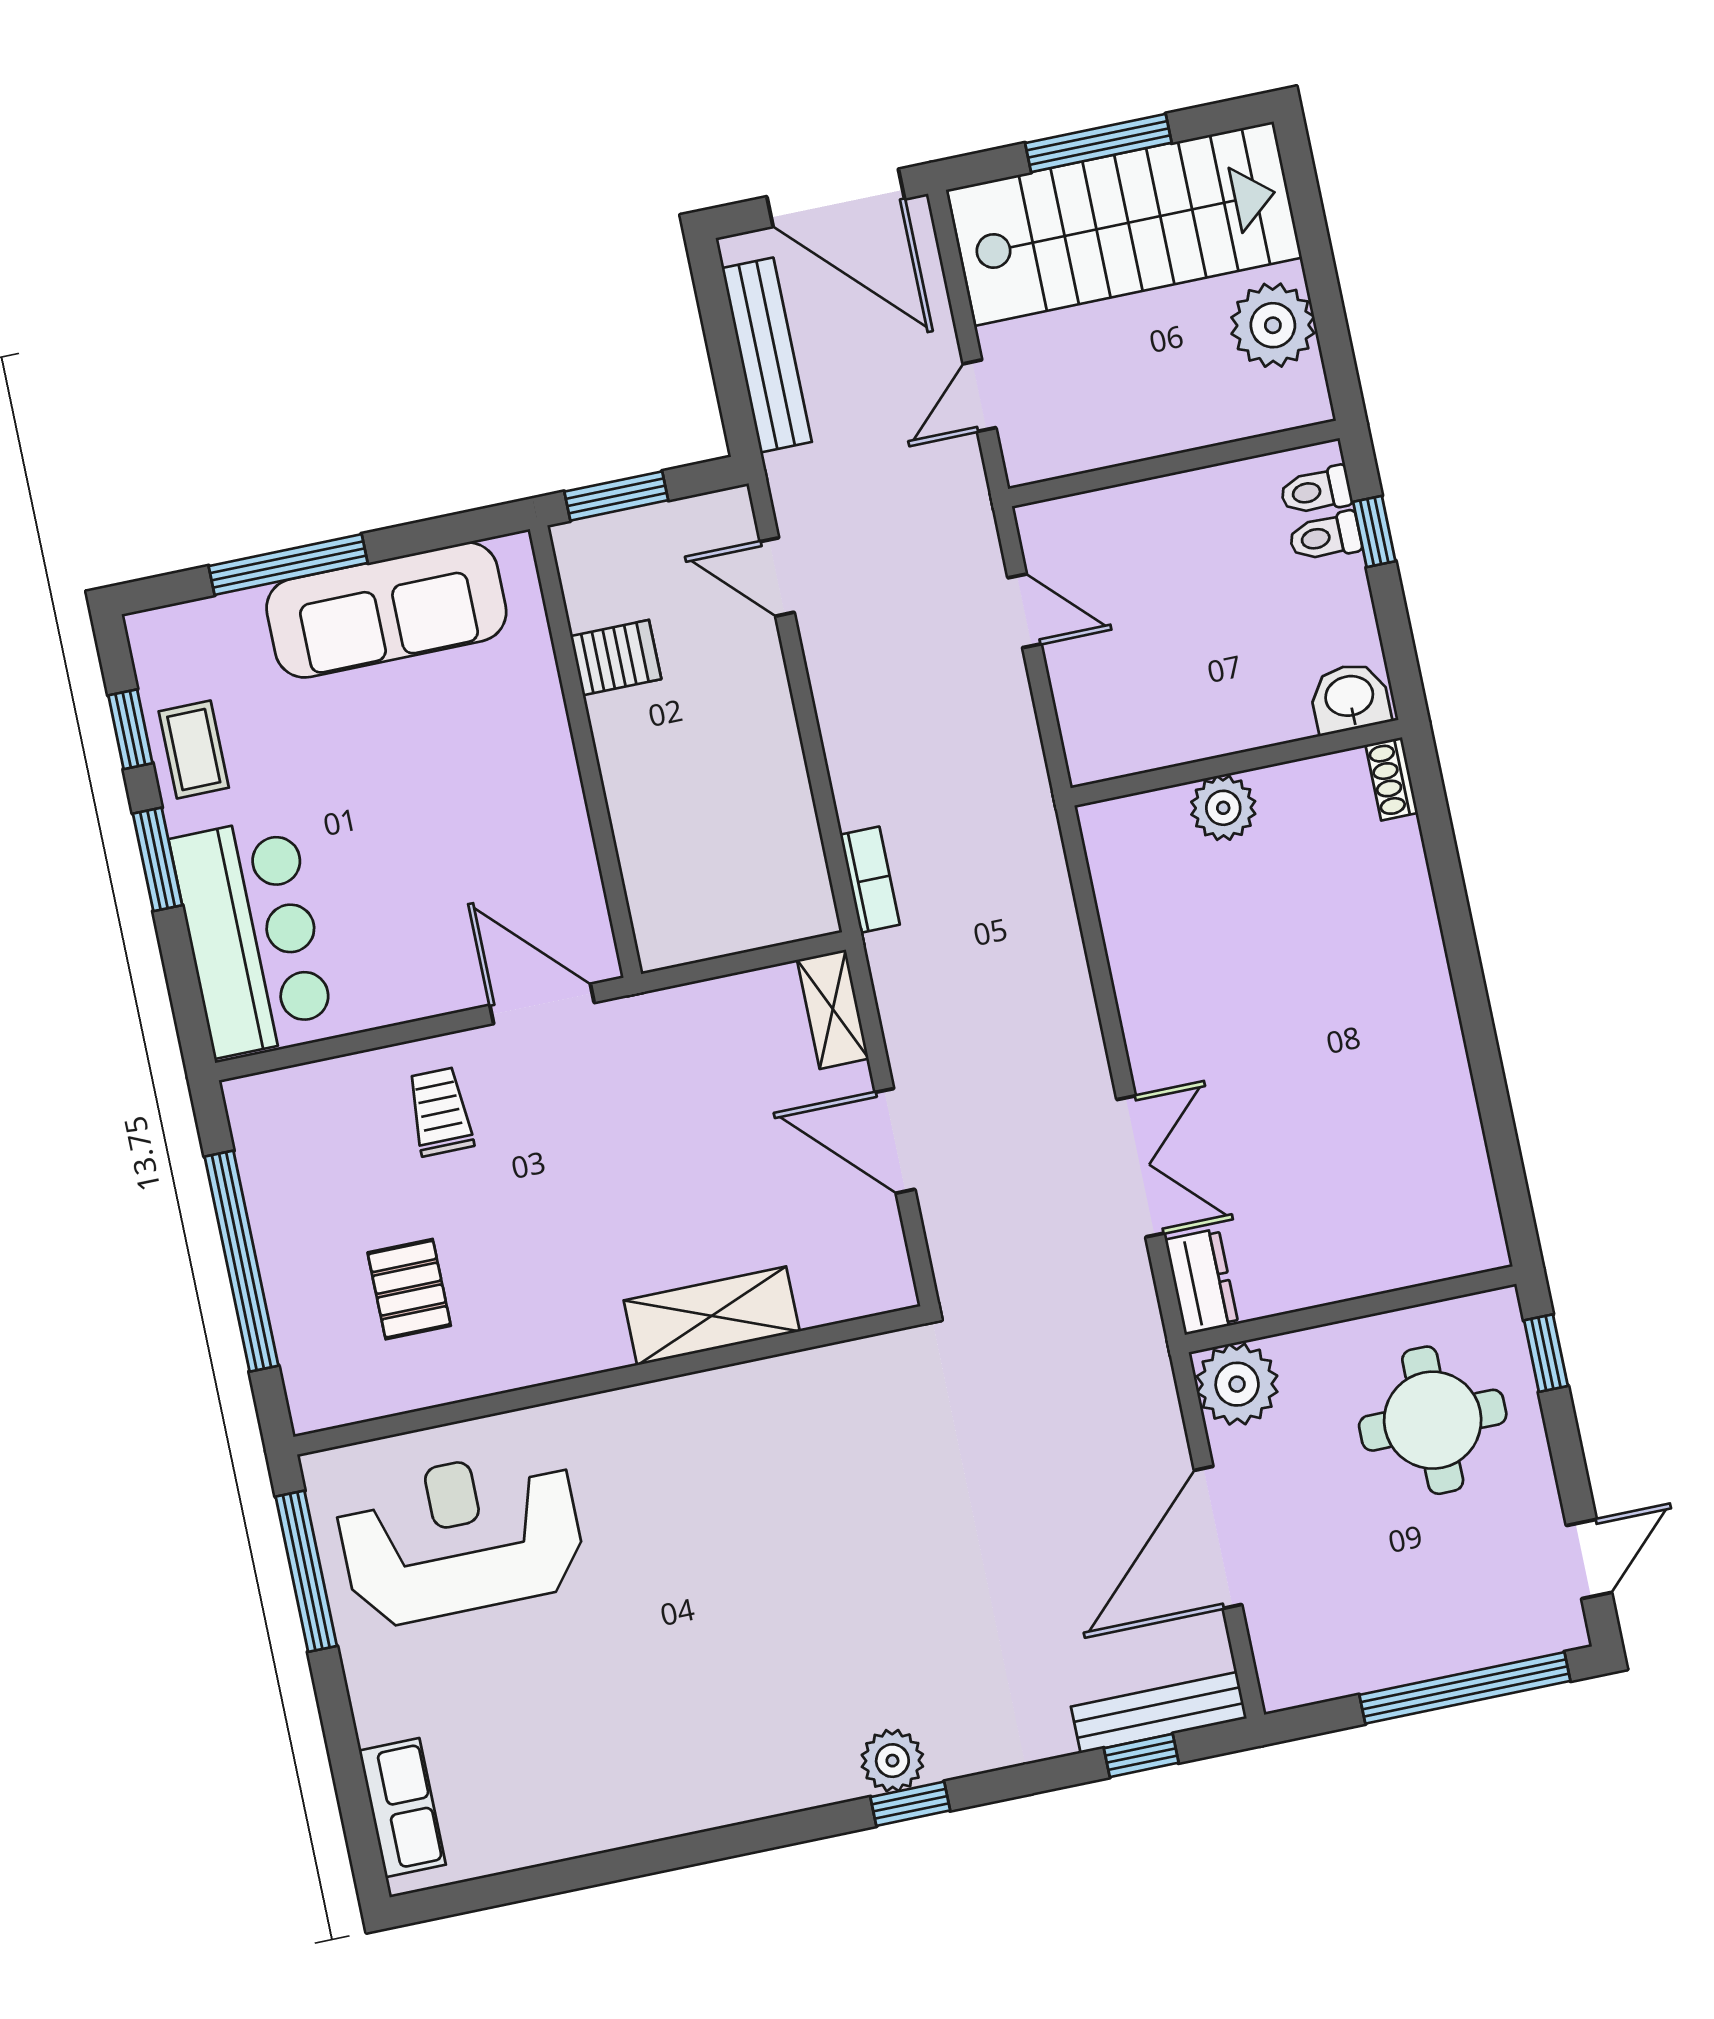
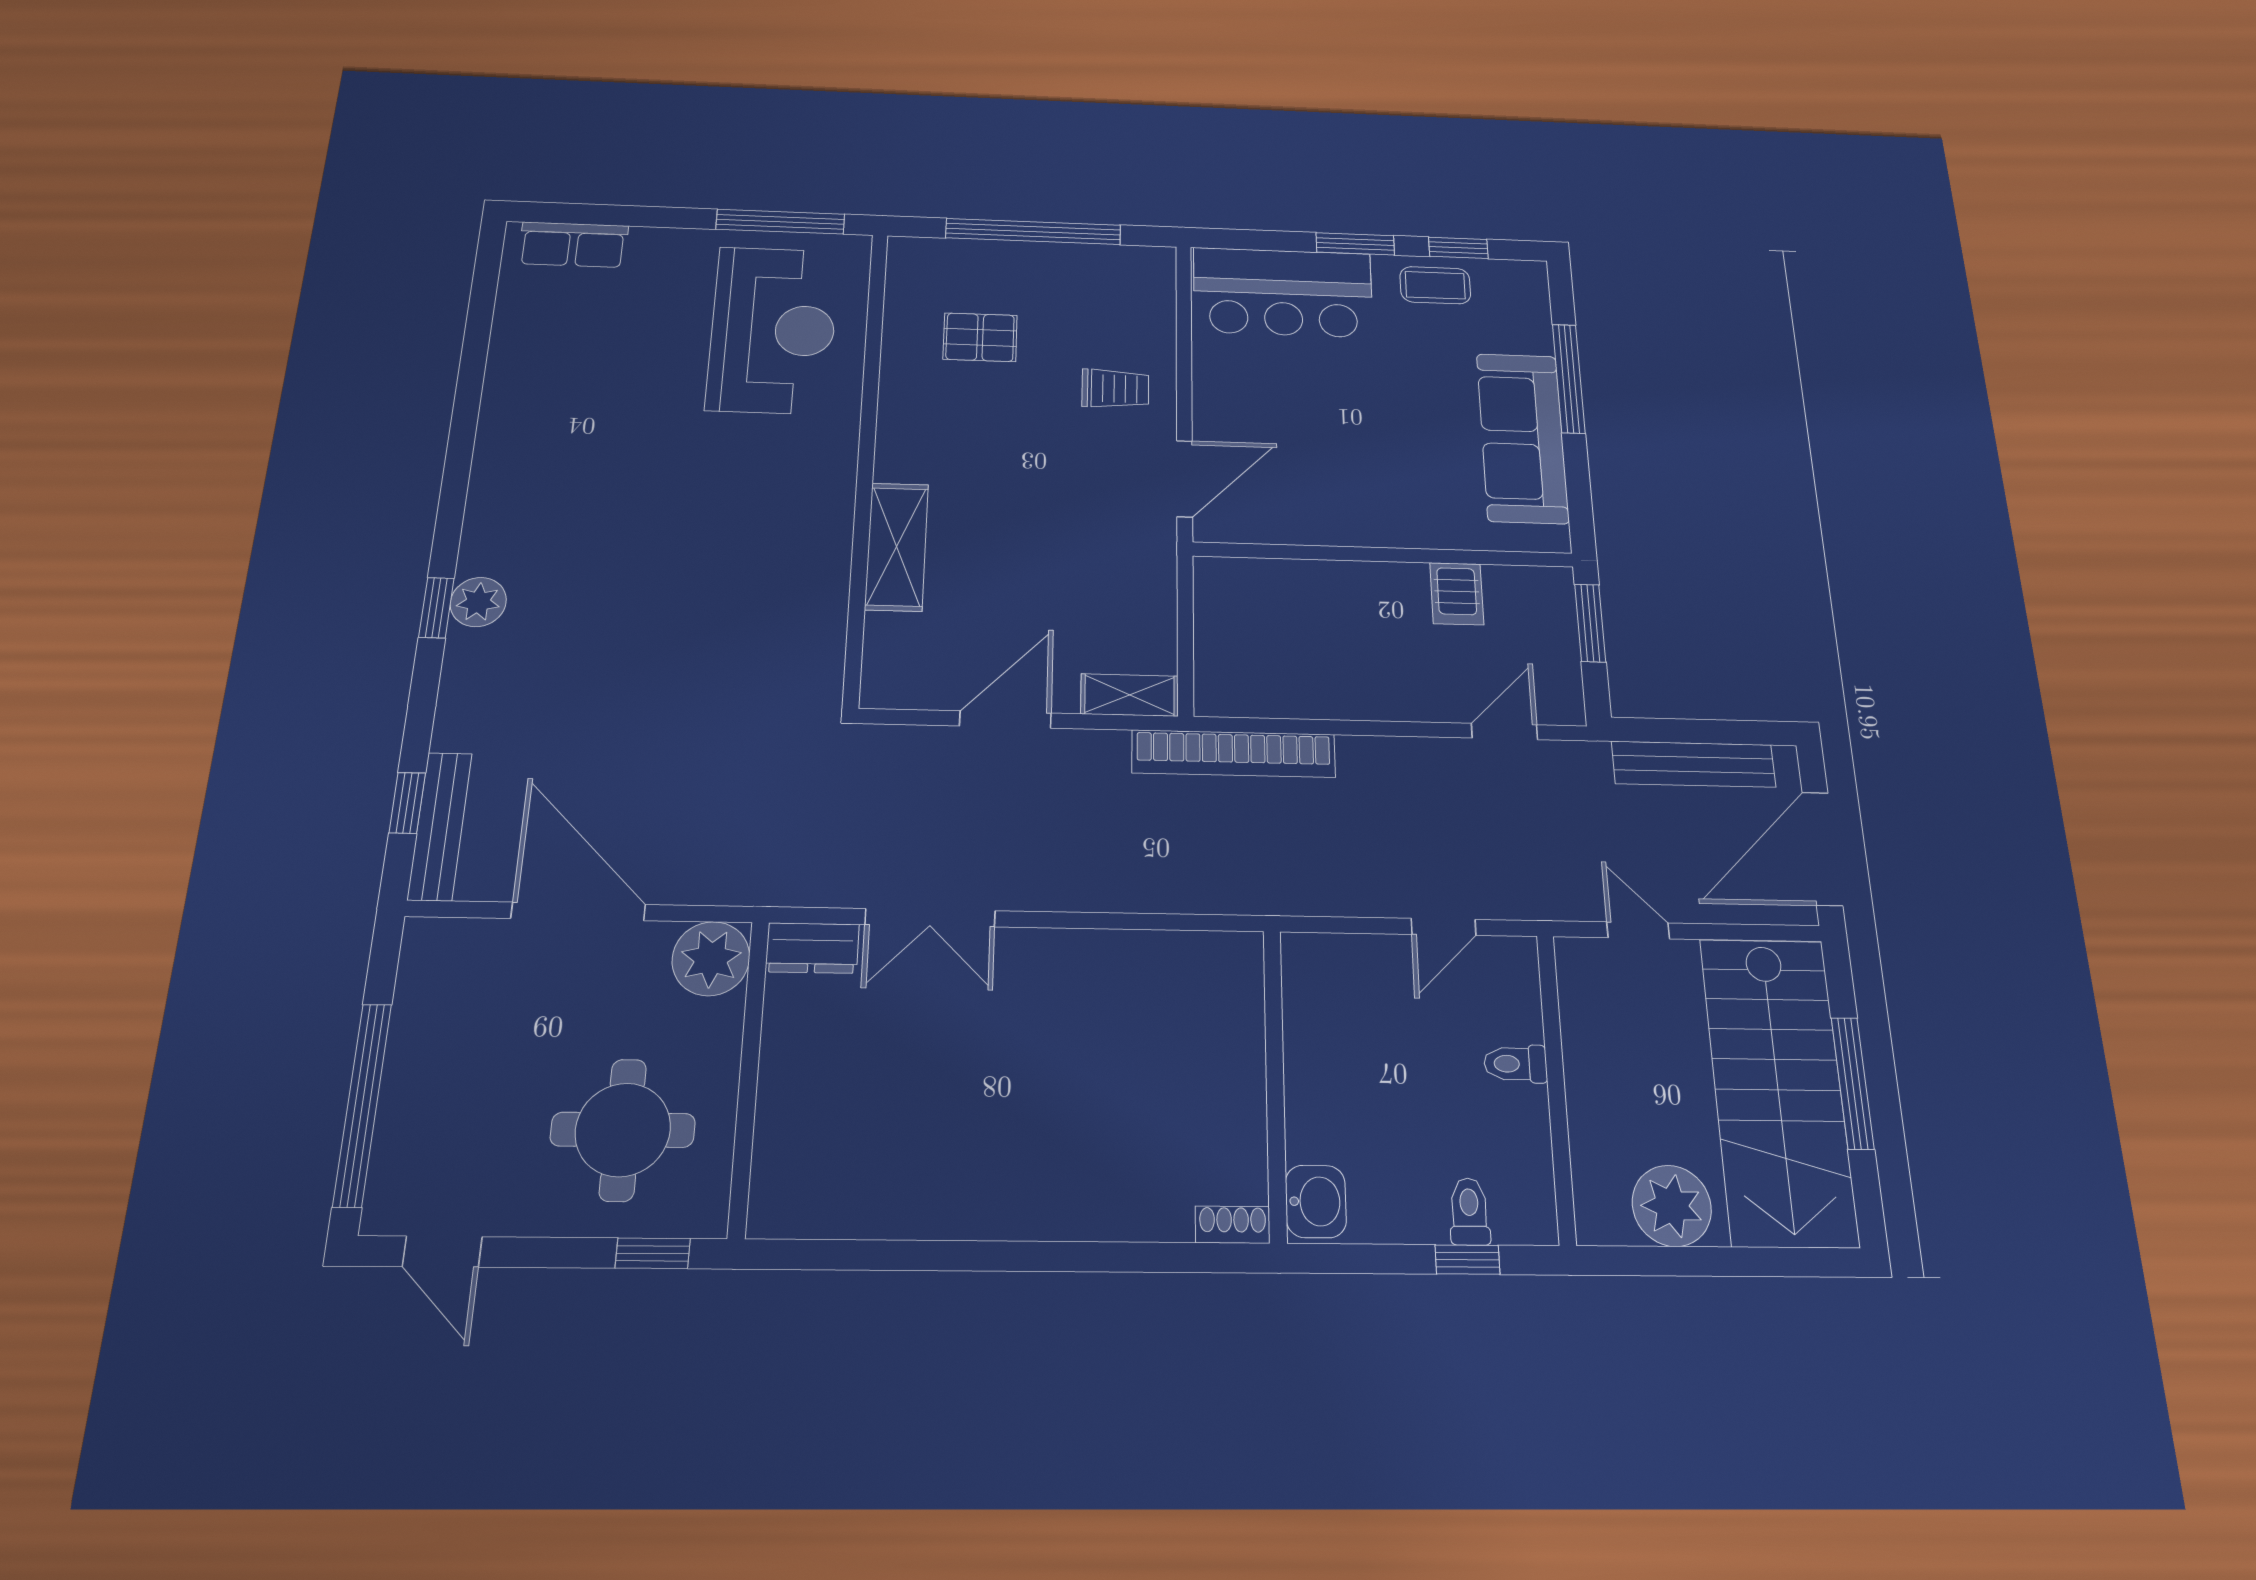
toilet: (1316, 491) -> (1515, 1064), moved, turned -90
plant: (1223, 808) -> (1236, 1062), removed
bookcase: (870, 880) -> (1234, 754), width x2.31, depth x1.31

